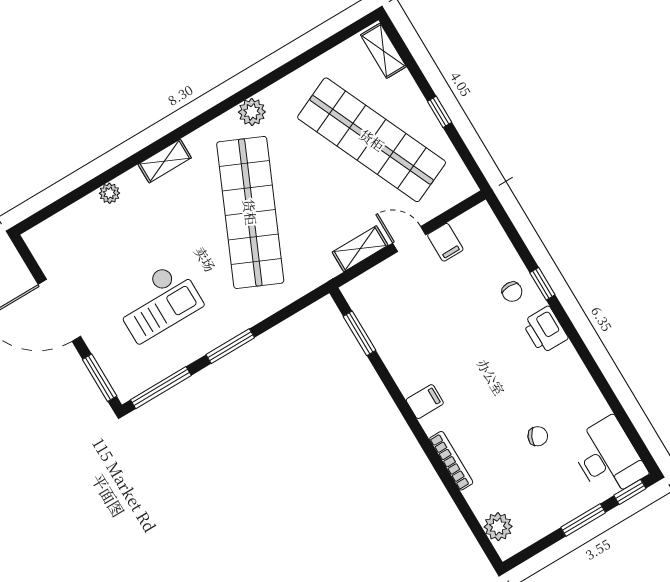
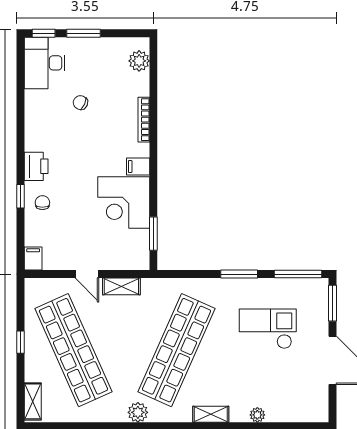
filing cabinet: (445, 242) -> (33, 258), moved
corner desk: (417, 349) -> (124, 202), added

